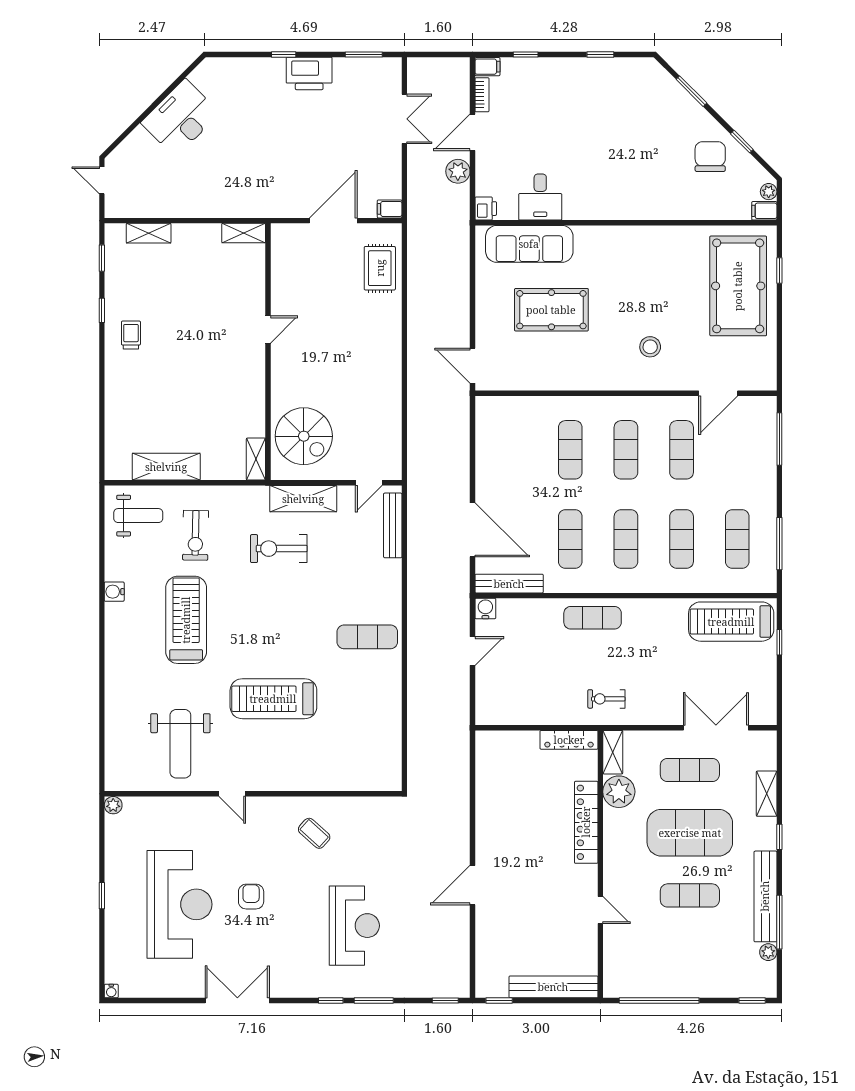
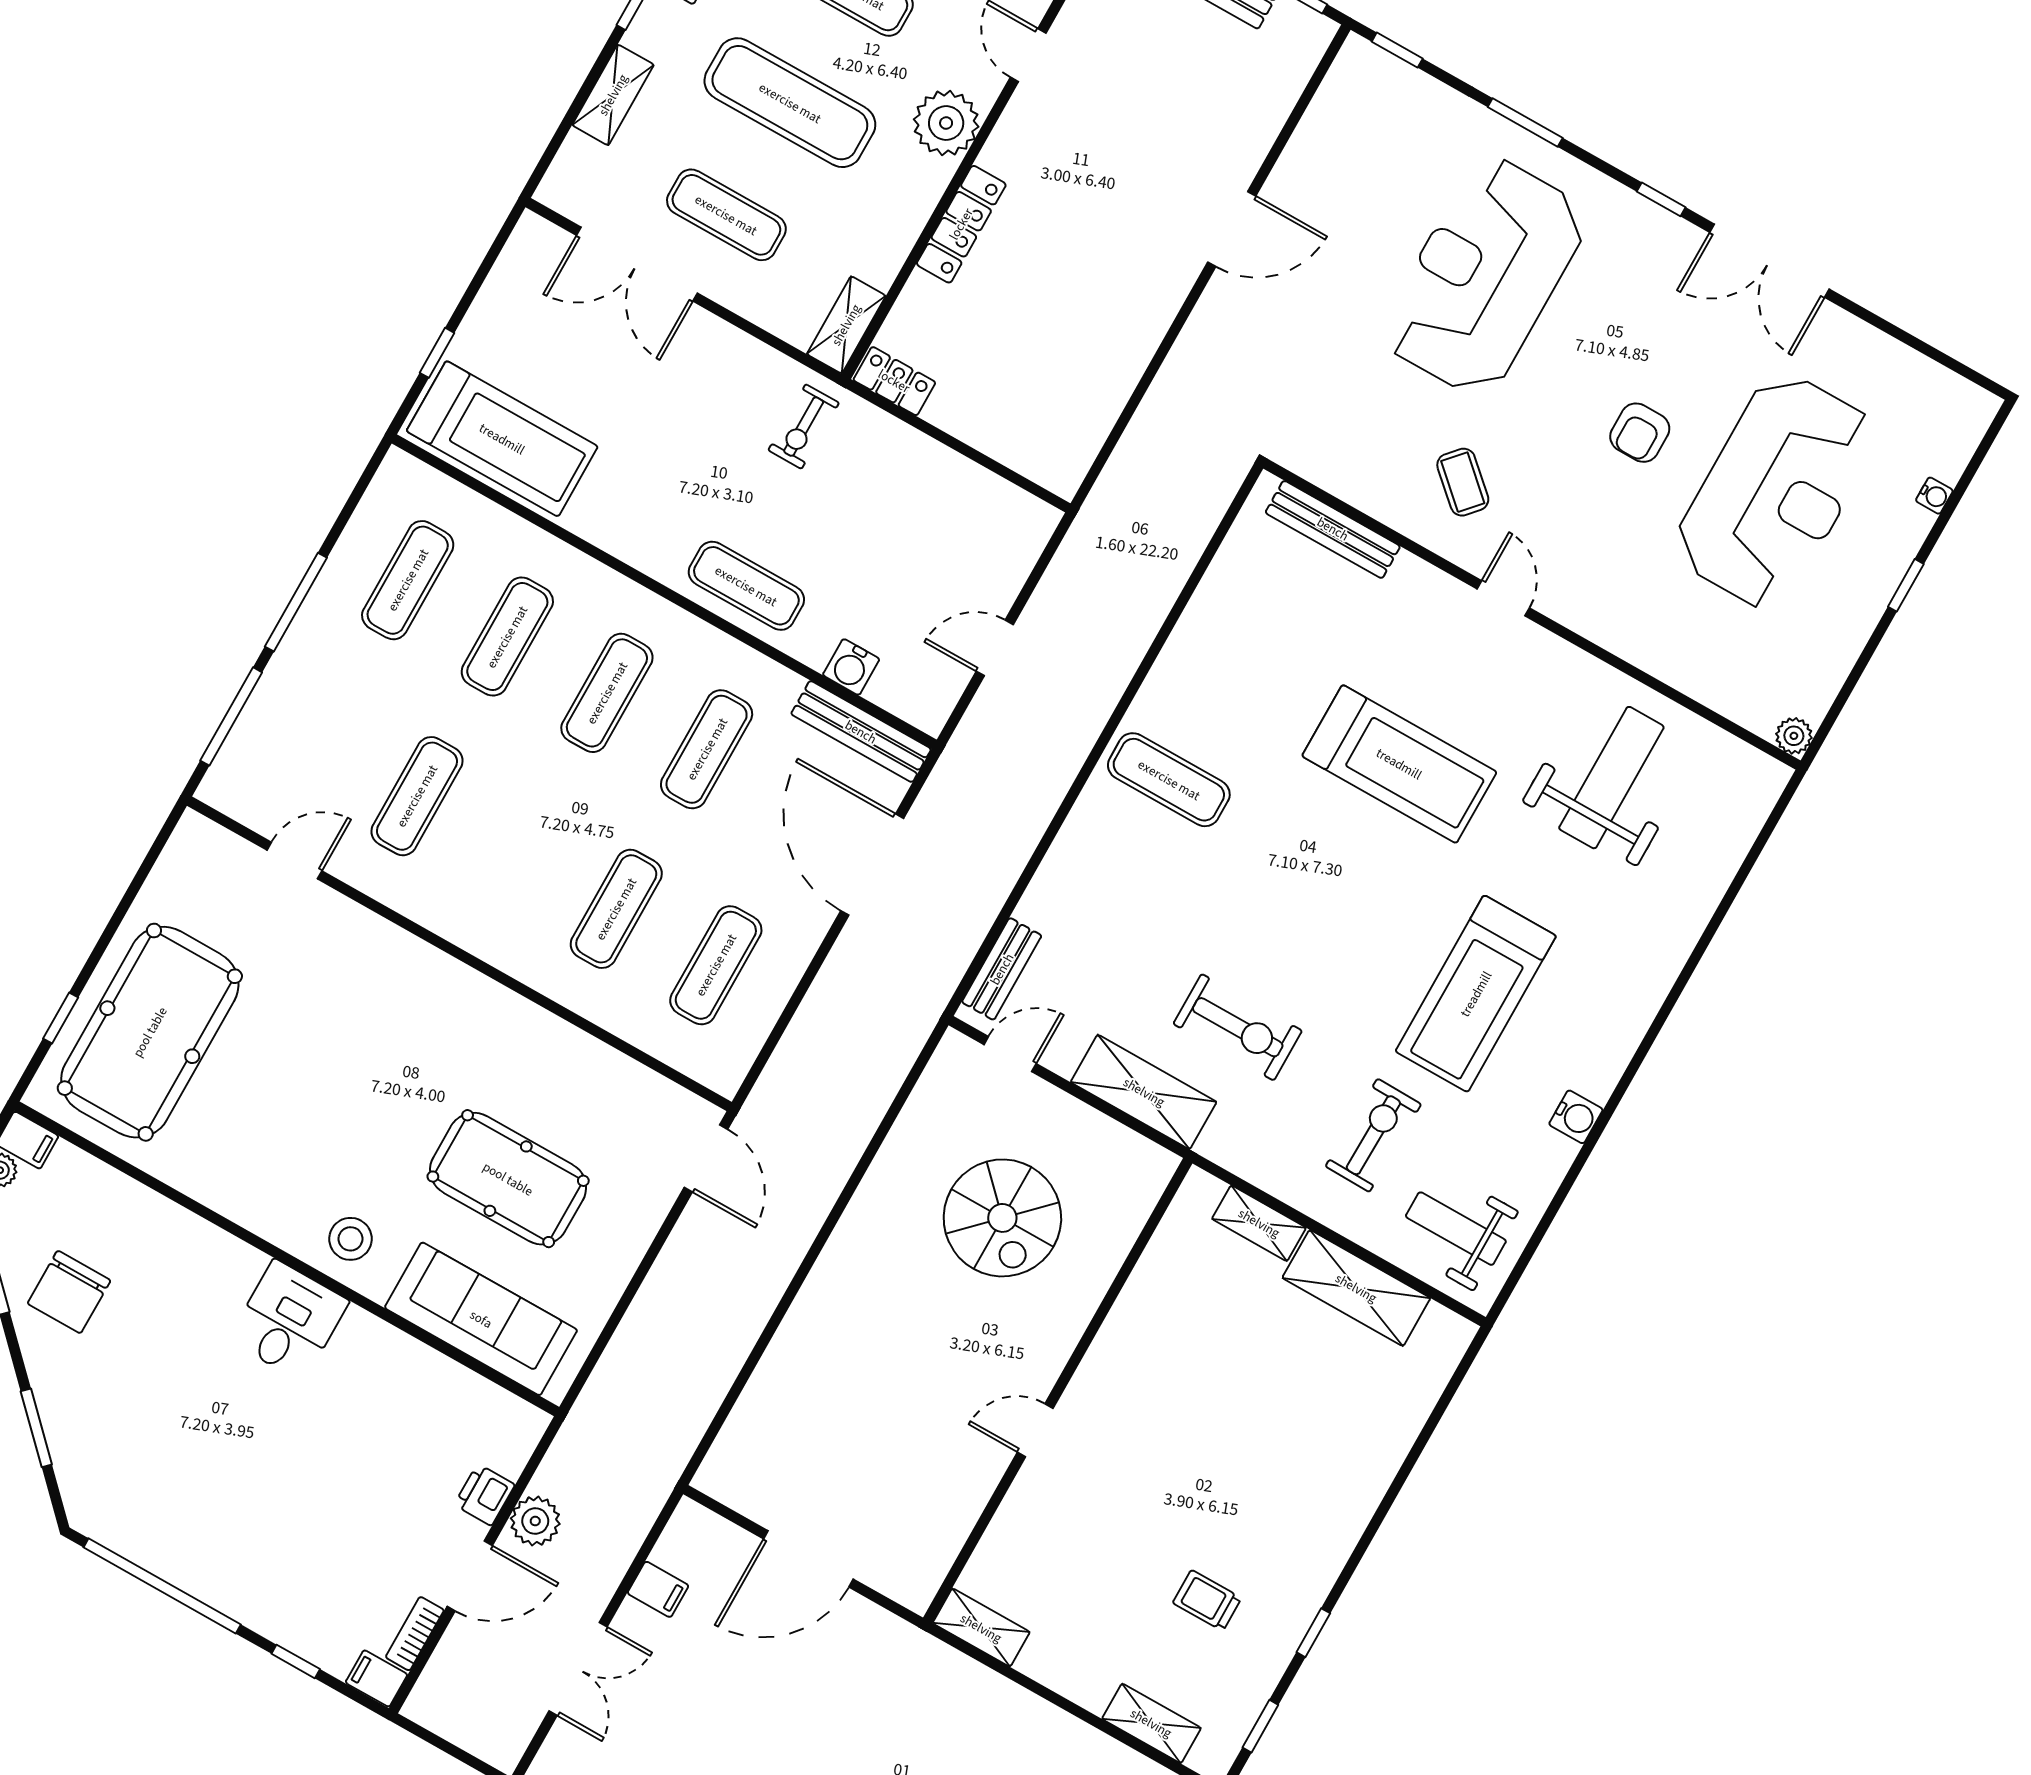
window: (600, 54) -> (162, 1586), width x3.17
double door: (404, 119) -> (578, 1669), swing flipped
desk: (540, 197) -> (289, 1321), moved
filing cabinet: (390, 209) -> (658, 1589), moved
printer: (486, 209) -> (484, 1495), moved
rug: (380, 268) -> (773, 1427), removed
trolley: (131, 335) -> (1207, 1600), moved, turned 90
stool: (650, 347) -> (350, 1239), moved
door: (718, 393) -> (294, 861), width x0.73
spiral stairs: (304, 436) -> (1002, 1218), moved, turned 180
exercise mat: (626, 450) -> (716, 965), moved
shelving: (256, 459) -> (1259, 1223), moved, turned 90
bench: (393, 525) -> (1002, 969), width x0.73
window: (779, 544) -> (296, 602), moved
water cooler: (485, 608) -> (851, 667), moved
exercise bike: (606, 699) -> (804, 427), turned 90
locker: (569, 740) -> (894, 381), width x0.66
bench: (358, 782) -> (1333, 529), added
plant: (619, 792) -> (946, 123), moved
door: (232, 794) -> (1503, 598), moved
locker: (586, 822) -> (961, 224), width x0.71, depth x0.83
exercise mat: (690, 833) -> (790, 103), width x0.68
reception desk: (179, 904) -> (1776, 491), turned 180
reception desk: (354, 926) -> (1484, 276), width x1.36, depth x1.30
water cooler: (111, 991) -> (1934, 496), moved, turned 90
window: (331, 1000) -> (1661, 199), moved

